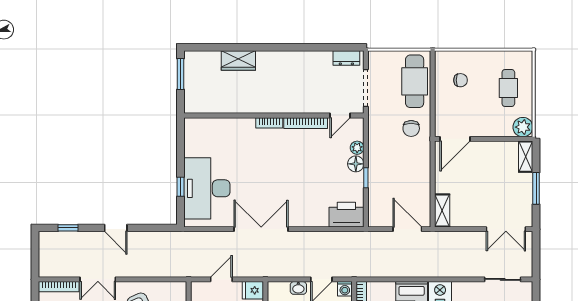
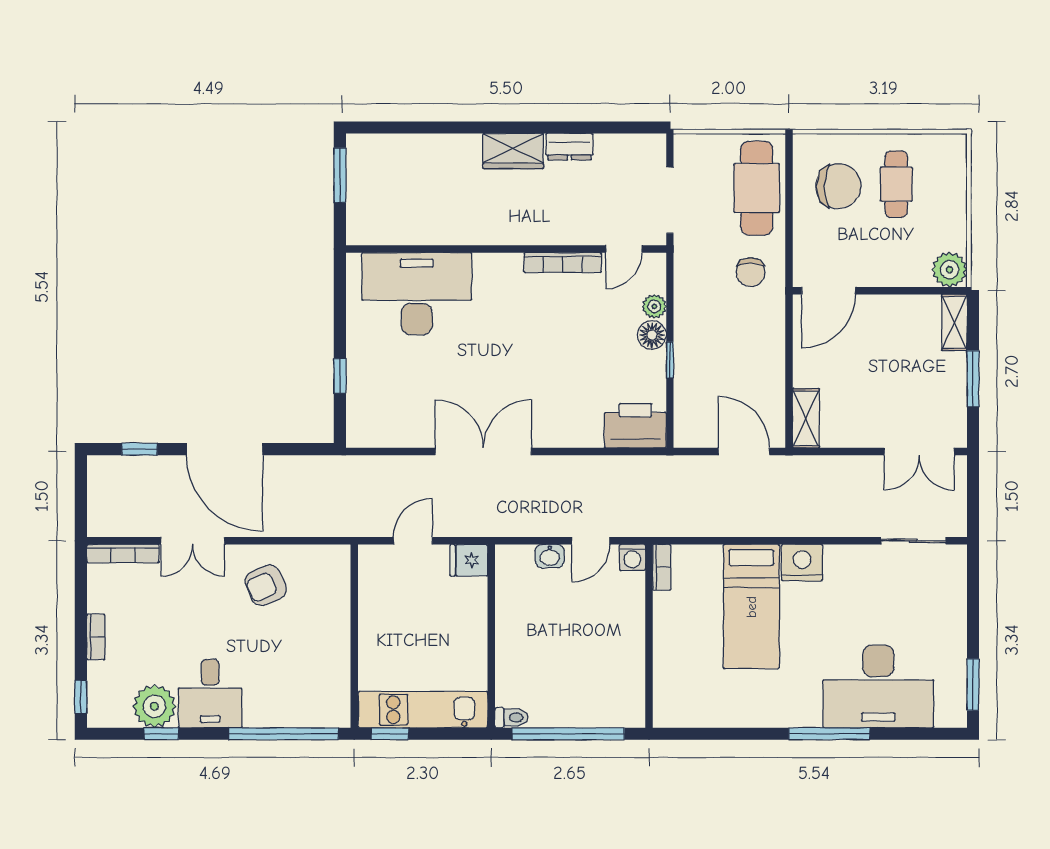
dresser: (346, 58) -> (569, 147), moved
wardrobe: (238, 61) -> (513, 151), moved
chair: (461, 80) -> (838, 186), width x1.87, depth x1.87
cafe table: (508, 88) -> (896, 184), moved
bookcase: (269, 123) -> (498, 262), removed
desk: (207, 188) -> (417, 294), moved, turned 90
door: (116, 228) -> (225, 449), width x1.88

